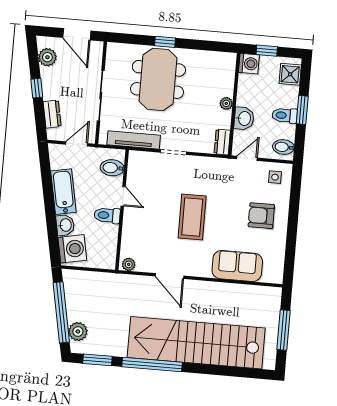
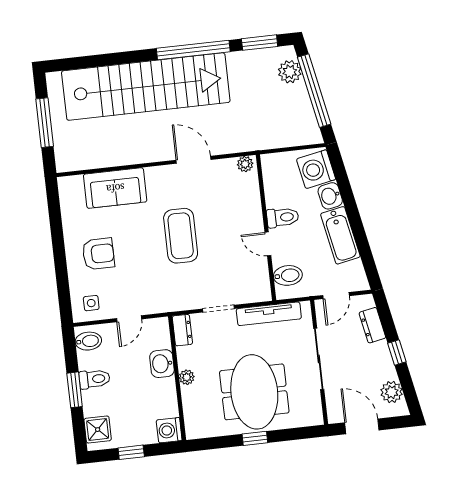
washing machine: (249, 64) -> (169, 430), moved
plant: (226, 103) -> (187, 377), moved
wall: (234, 104) -> (177, 378), moved
washbasin: (244, 118) -> (162, 364), moved
dresser: (222, 142) -> (182, 330), moved

